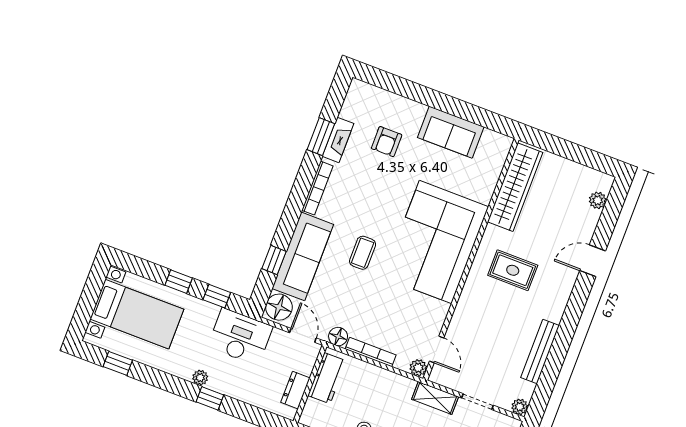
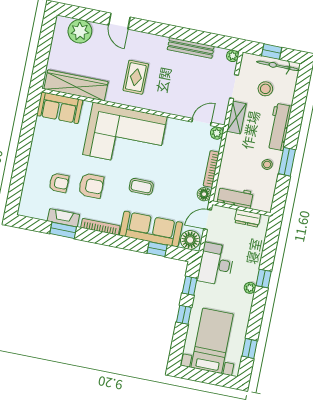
sofa: (451, 132) -> (60, 108), moved, turned 90
armchair: (375, 185) -> (91, 186), added
plant: (598, 200) -> (80, 31), width x1.88, depth x1.88

